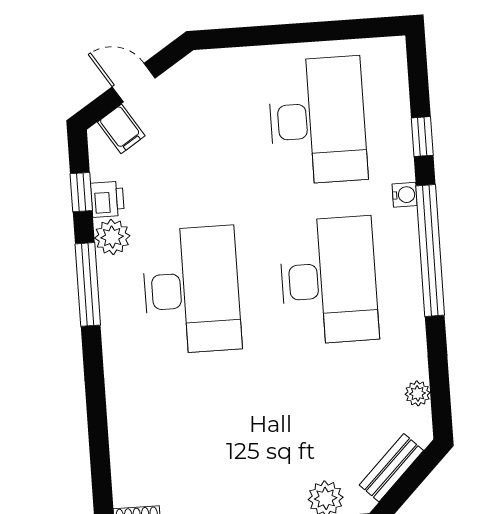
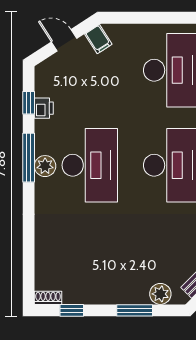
filing cabinet: (121, 129) -> (98, 39), moved
plant: (112, 237) -> (45, 166), moved

